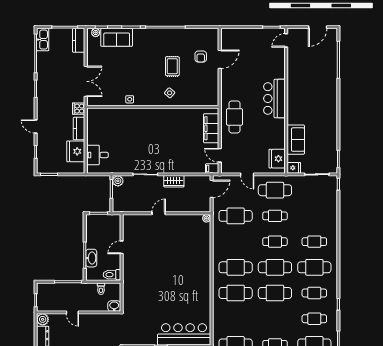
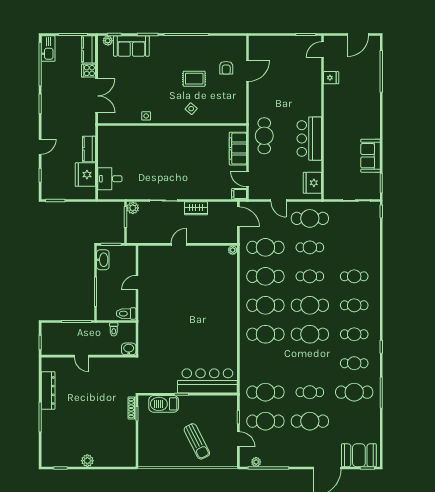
rug: (172, 66) -> (194, 79), turned 90
bar counter: (274, 99) -> (309, 139), moved
cooker: (79, 109) -> (89, 71), moved
door: (36, 126) -> (40, 147), swing flipped
sofa: (296, 140) -> (371, 156), moved, turned 180
fridge: (294, 168) -> (331, 78), moved
door: (212, 189) -> (238, 217), hinge flipped
cafe table: (236, 242) -> (265, 276), added
washbasin: (91, 258) -> (103, 260), moved
cafe table: (314, 267) -> (354, 305), width x0.73, depth x0.74
plant: (43, 319) -> (48, 364), removed

